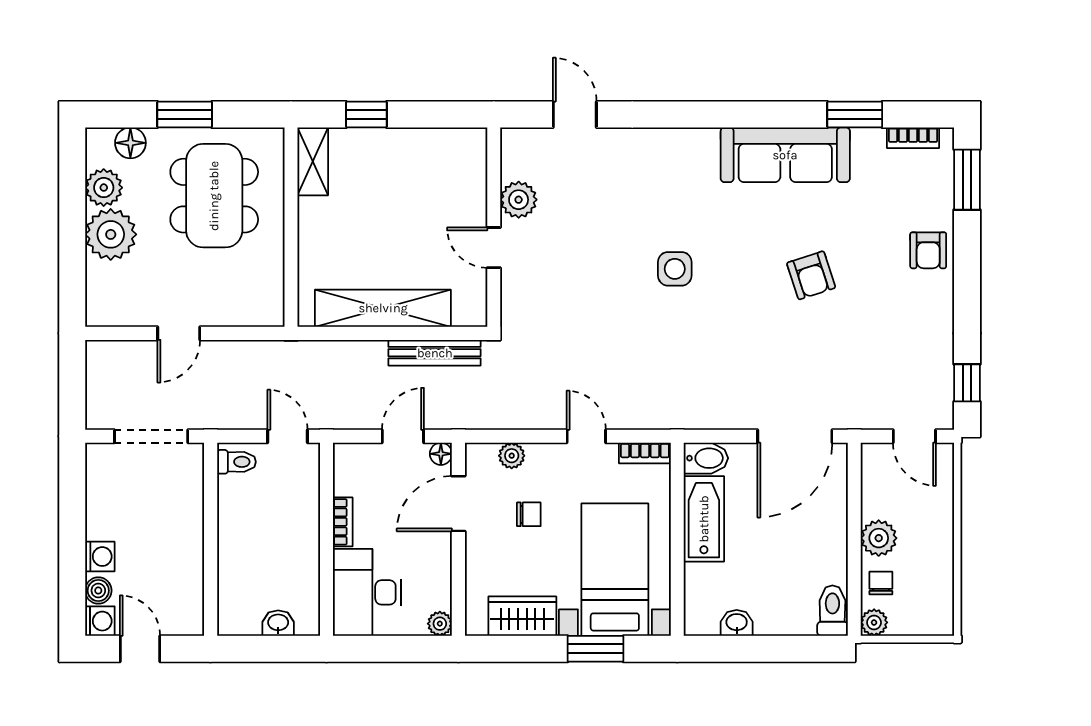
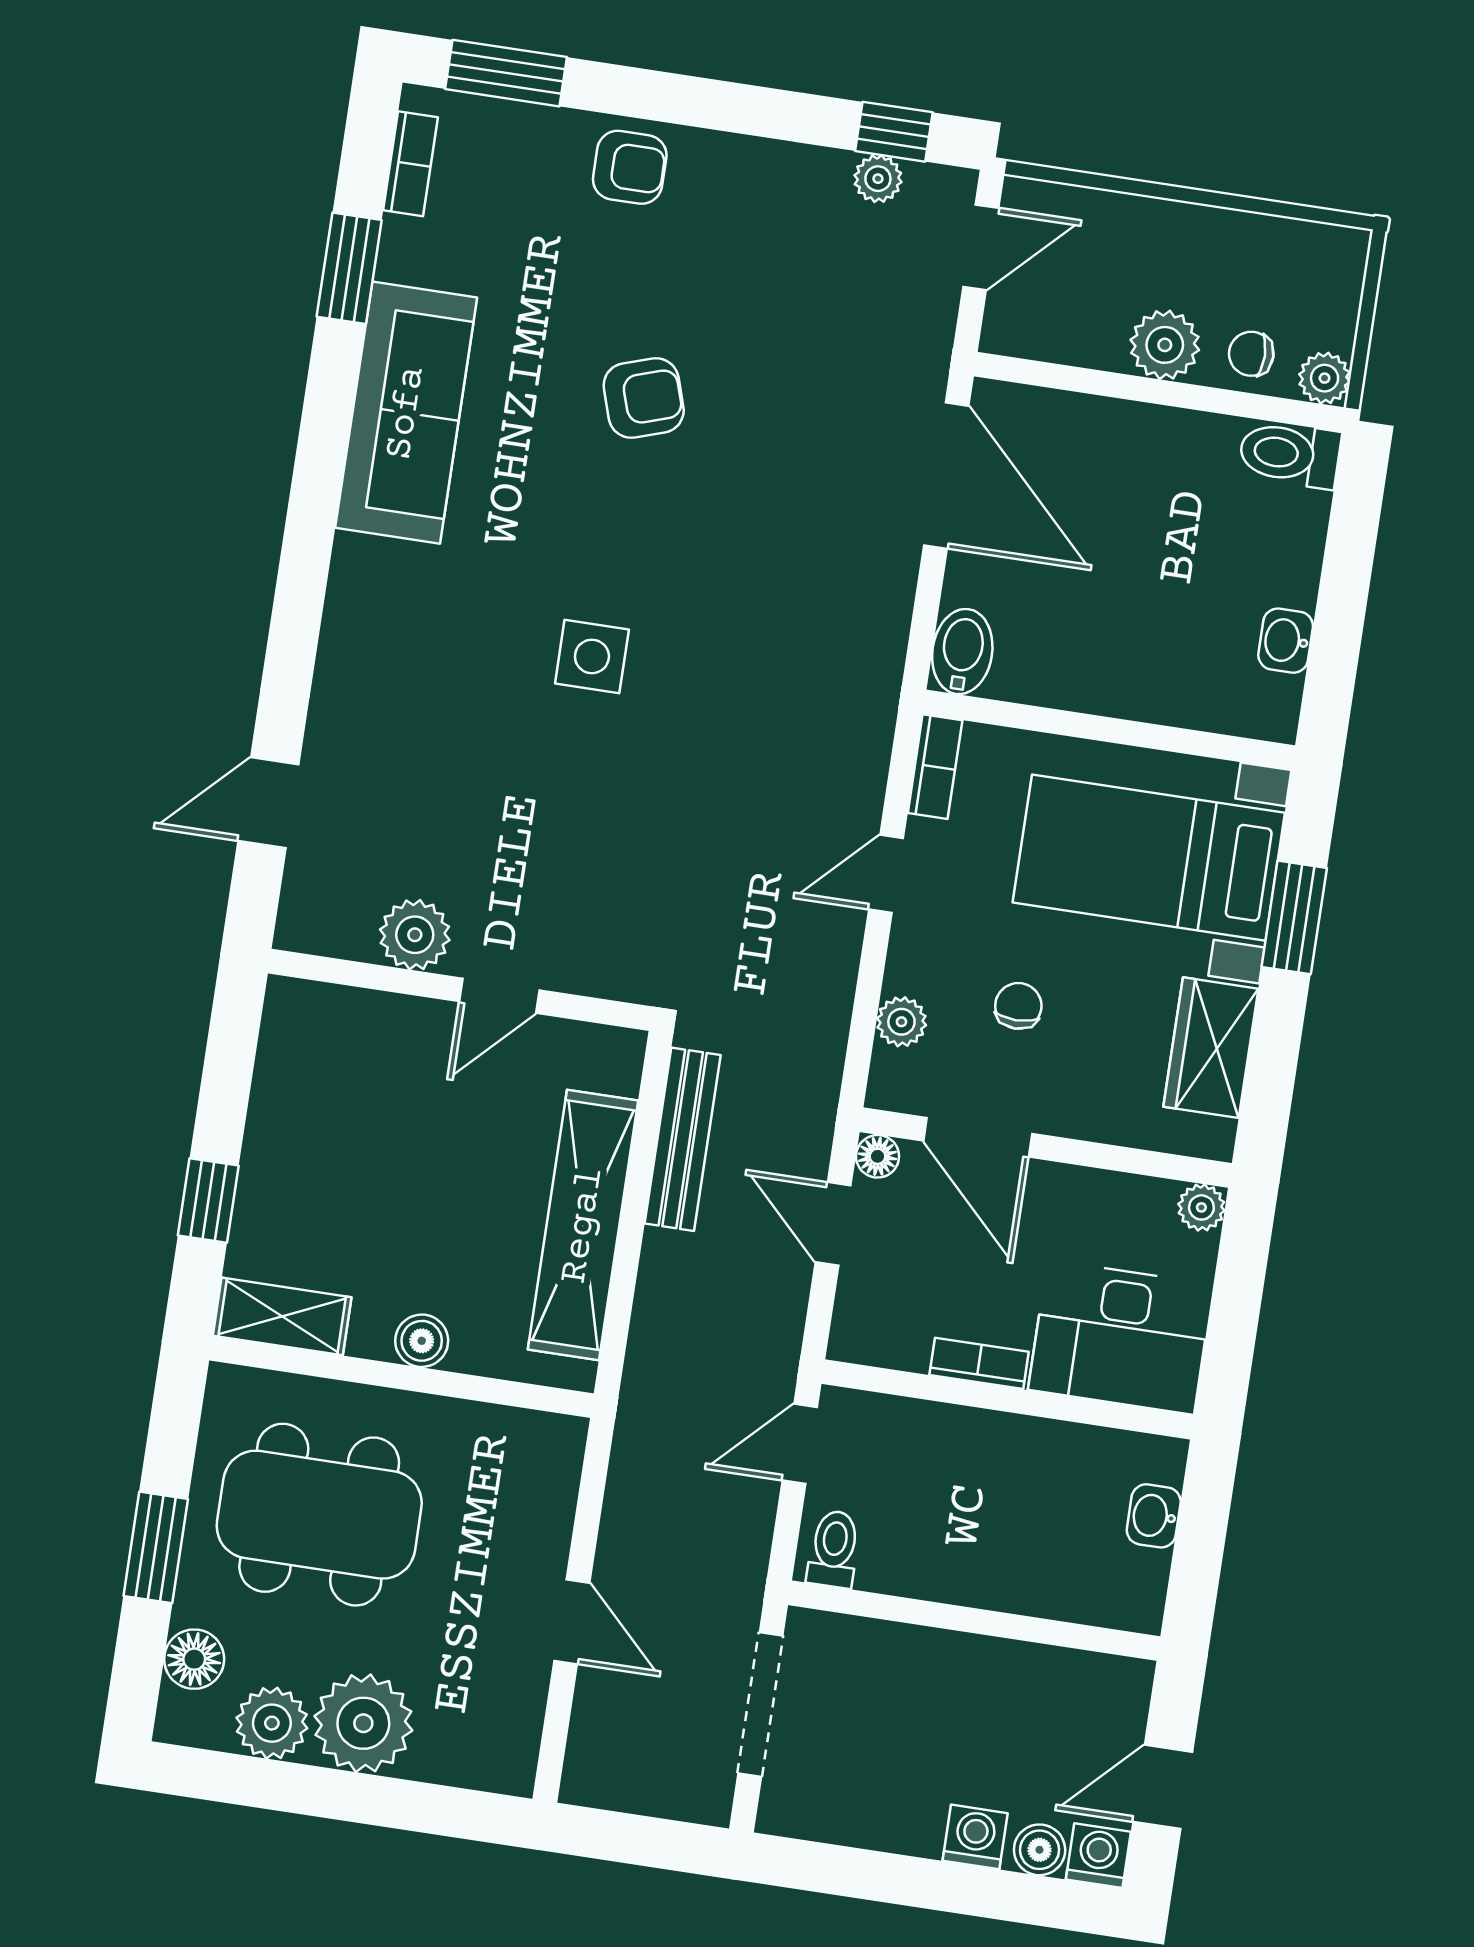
boiler: (311, 235) -> (422, 1341), added
plant: (942, 378) -> (878, 179), added
bathtub: (704, 519) -> (1078, 673), removed

